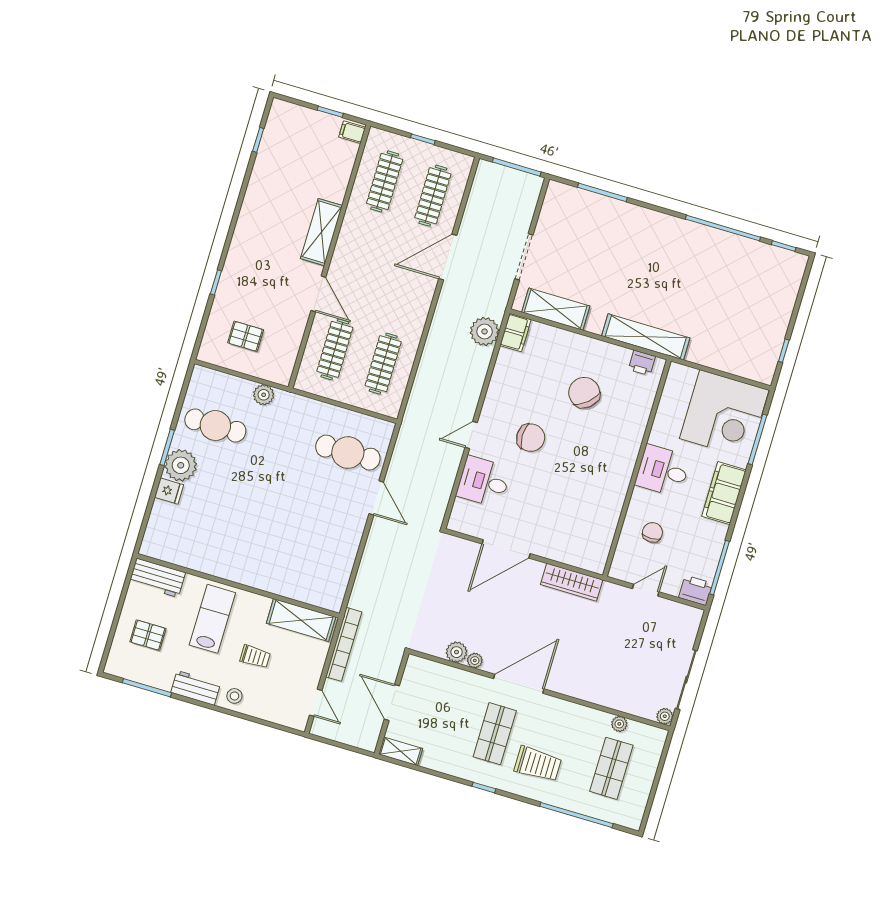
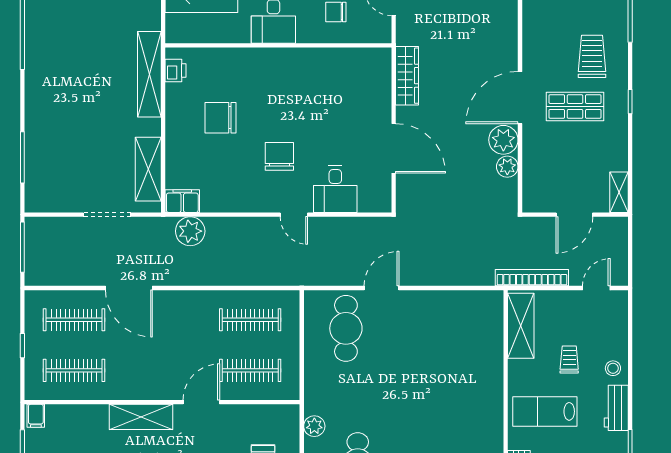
chair: (584, 393) -> (221, 118), turned 41
plant: (475, 661) -> (503, 140), width x1.88, depth x1.88
door: (519, 684) -> (520, 98), hinge flipped

